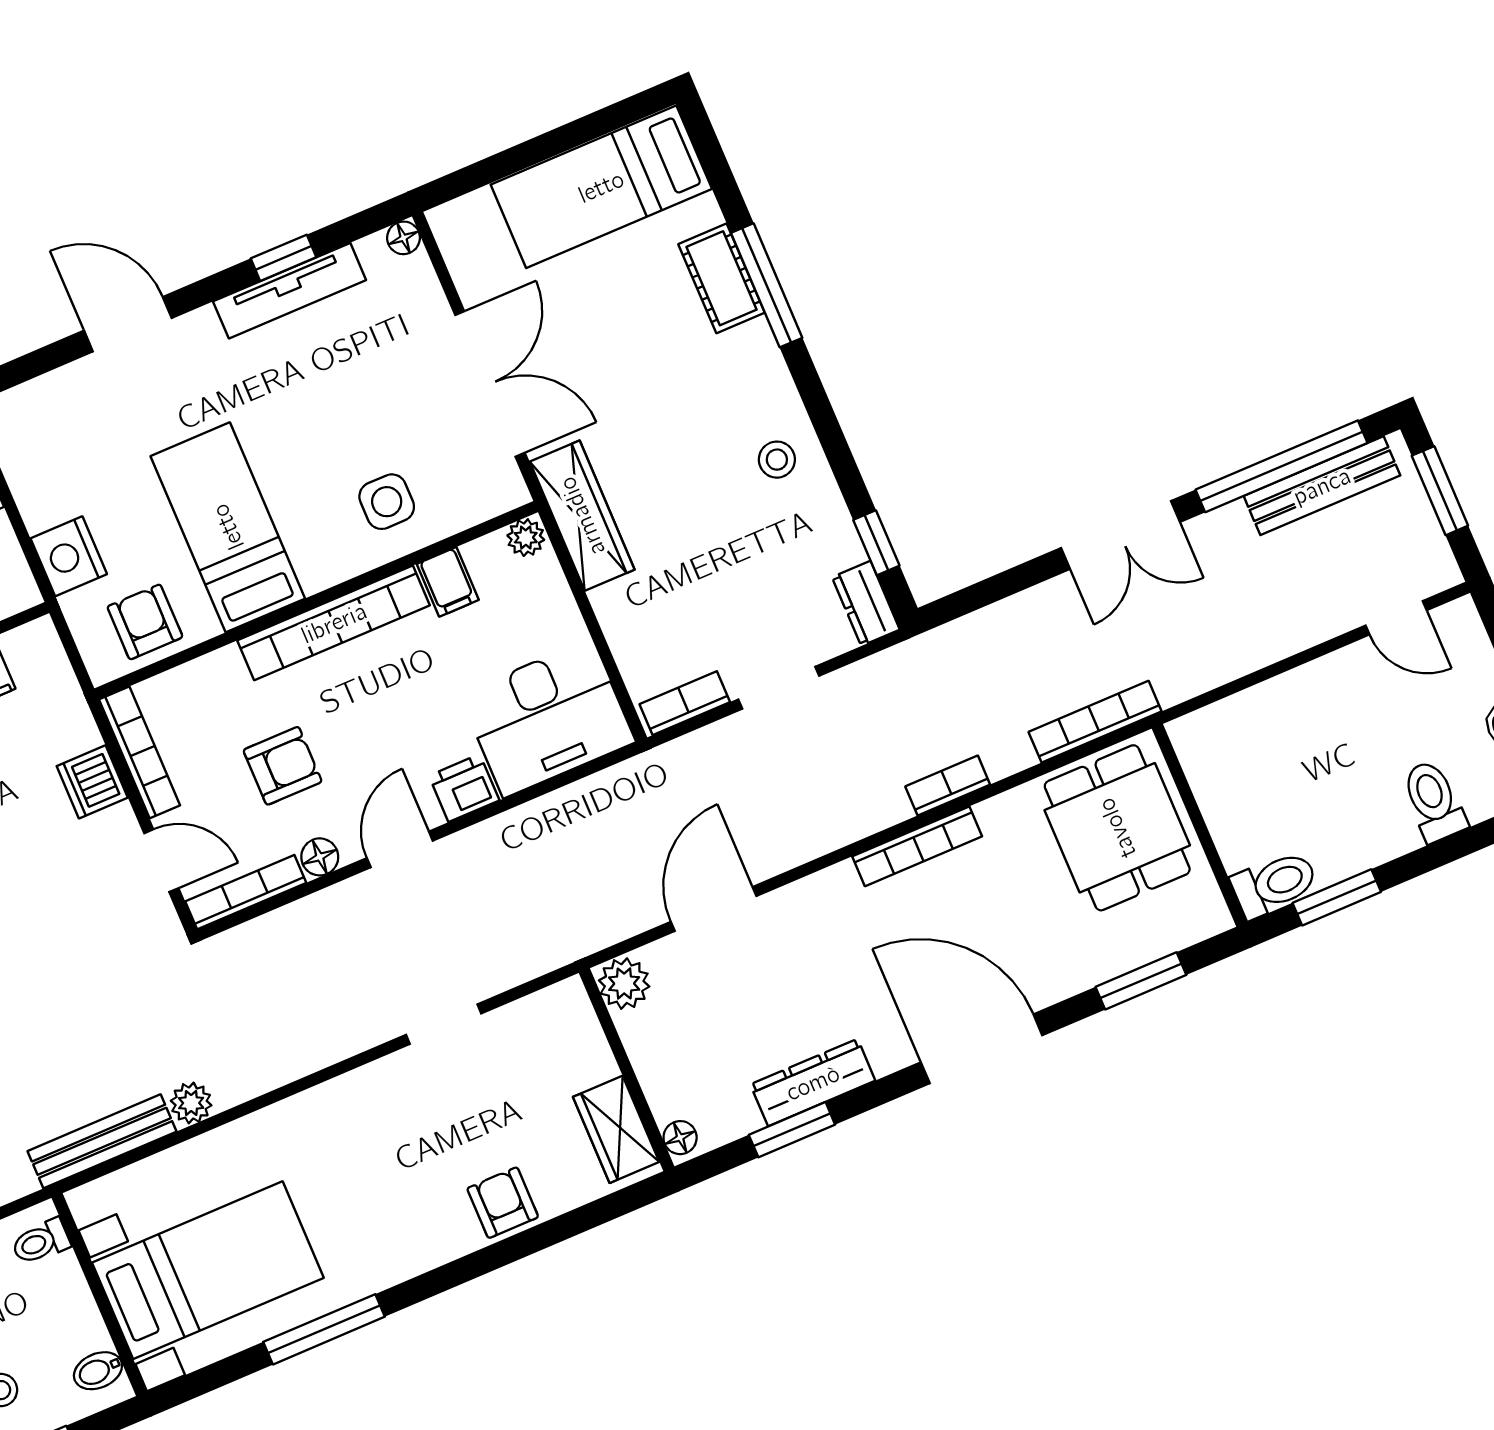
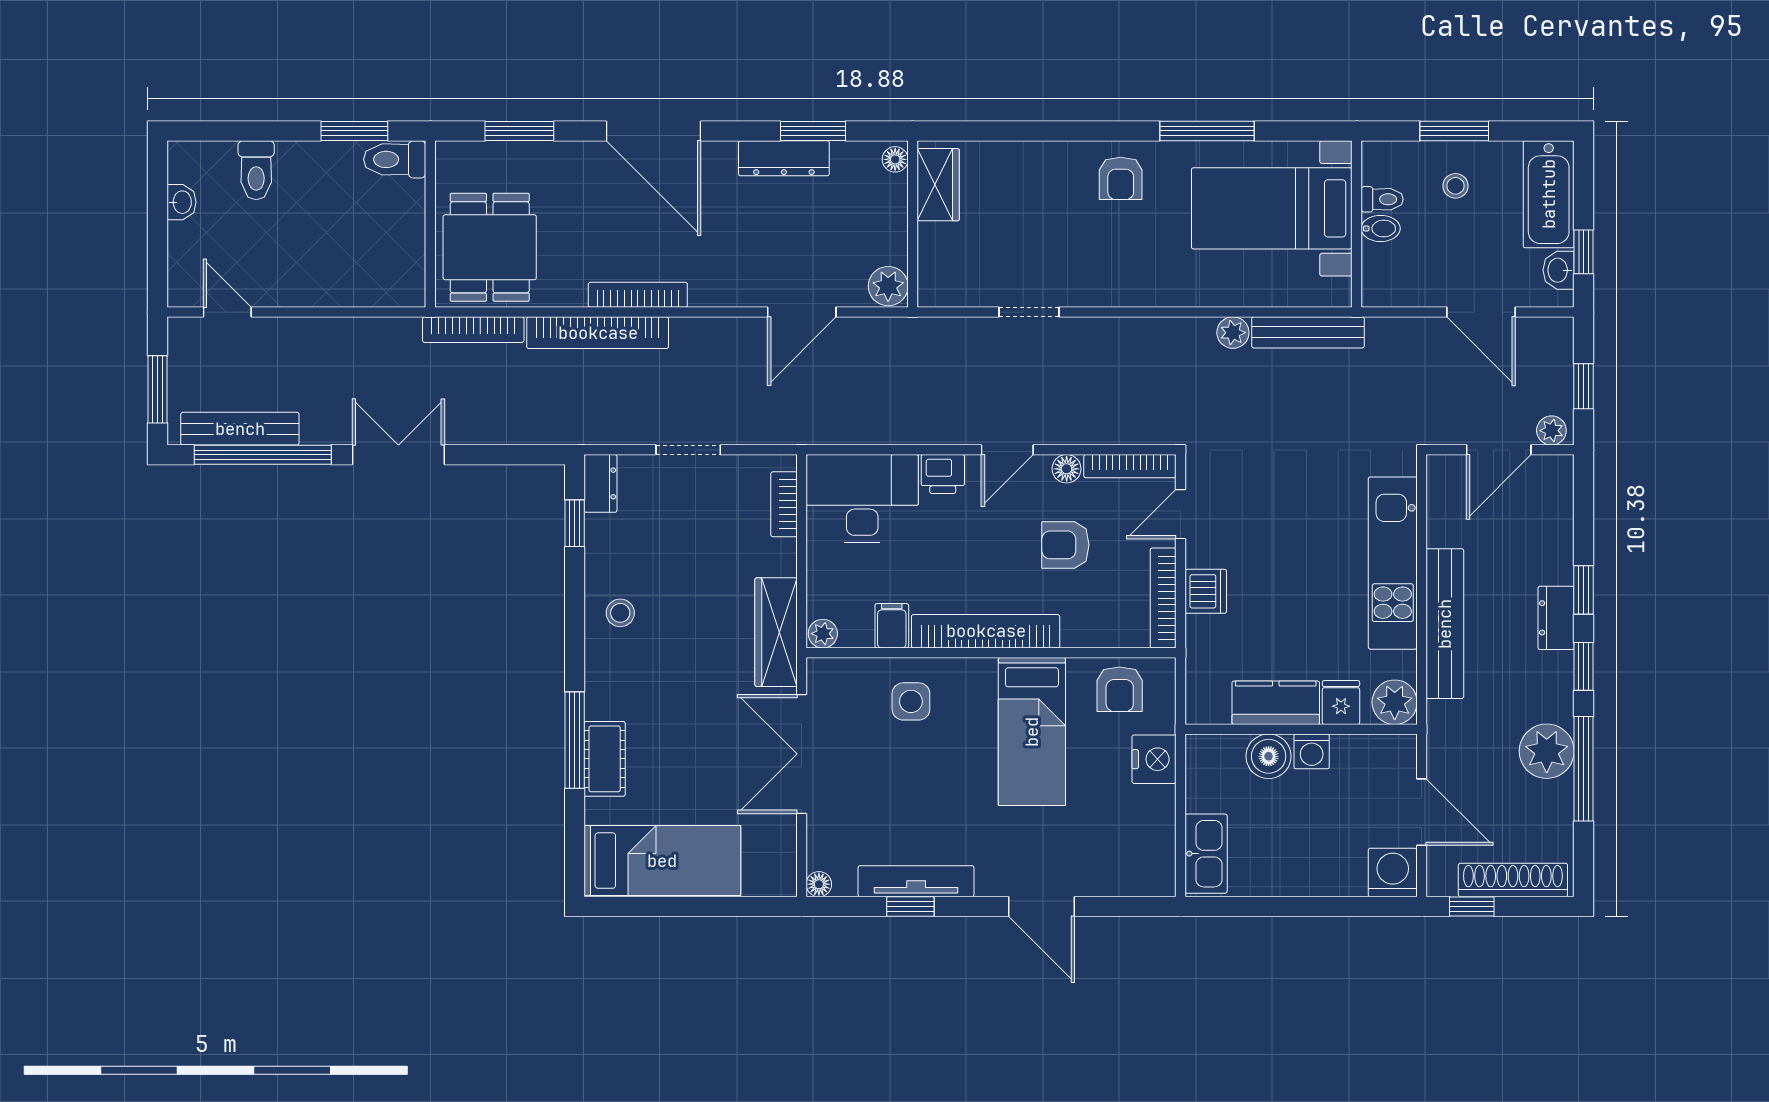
bookcase: (685, 703) -> (784, 504), moved, turned 90
bookcase: (948, 785) -> (598, 333), width x2.31, depth x1.31
door: (161, 861) -> (1181, 514), hinge flipped
armchair: (503, 1203) -> (1121, 178), moved
toilet: (41, 1242) -> (1382, 199), moved
bidet: (98, 1371) -> (1381, 228), moved

